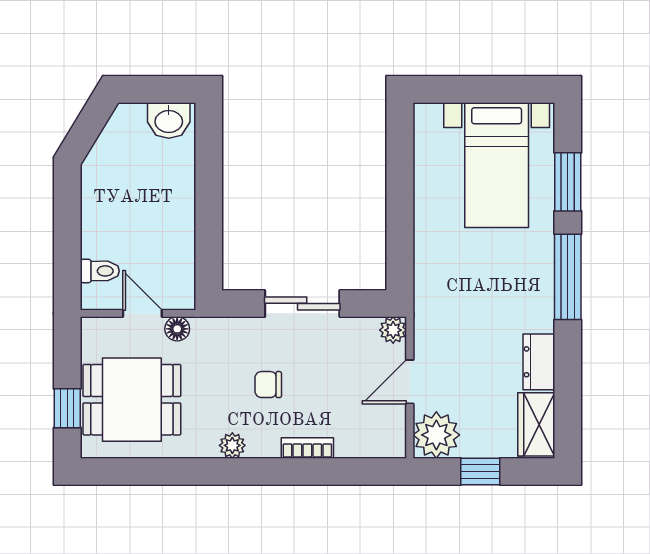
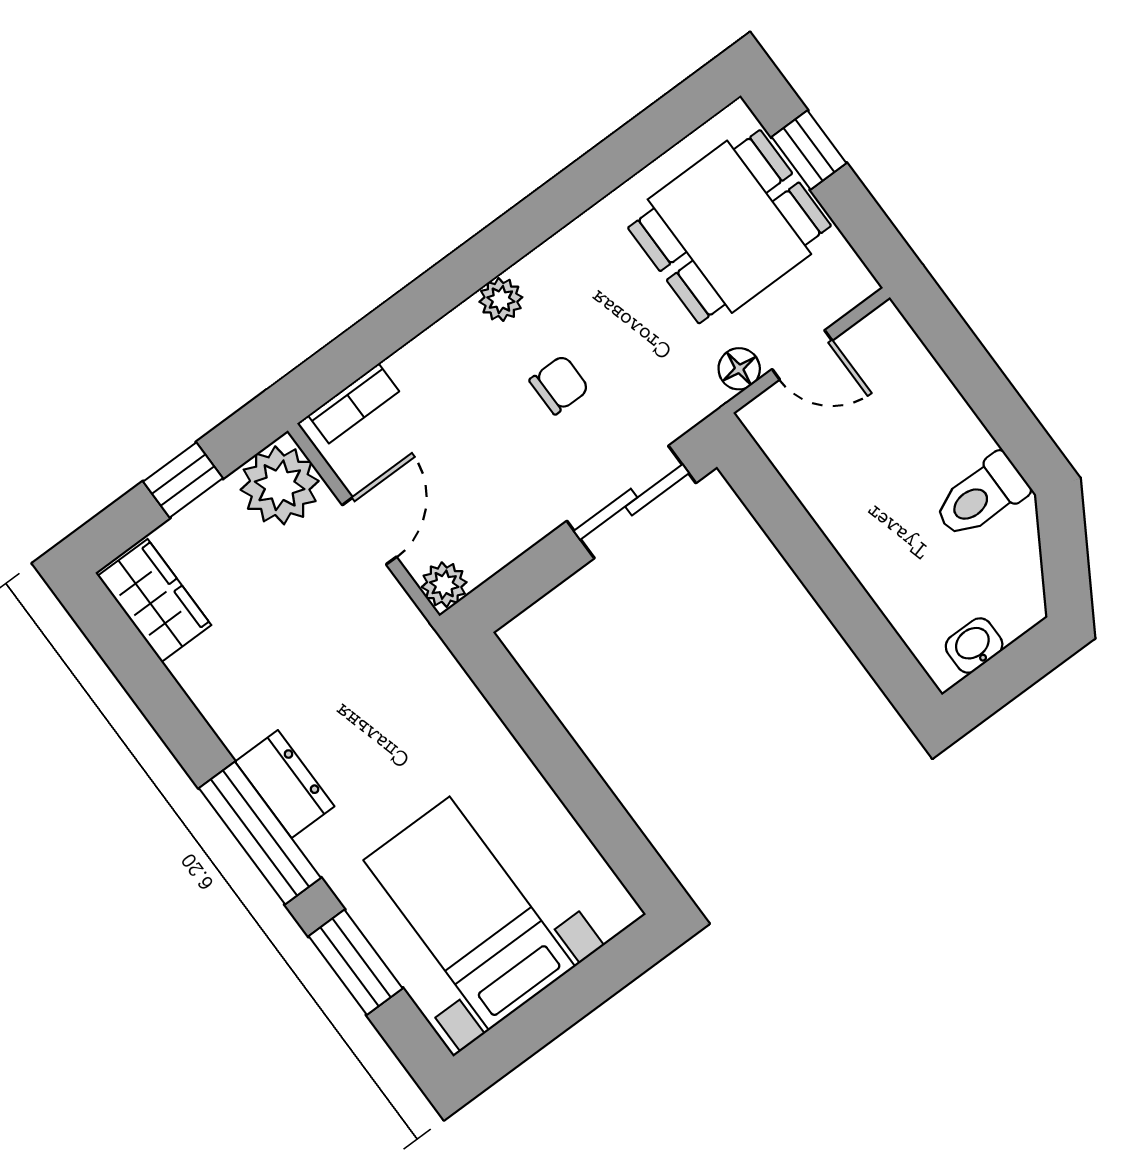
washbasin: (169, 120) -> (974, 646), width x0.72, depth x0.69
toilet: (100, 271) -> (981, 496), moved, width x1.37, depth x1.39
sliding door: (302, 303) -> (631, 502), moved
dresser: (539, 362) -> (285, 784), moved
plant: (232, 445) -> (501, 300), moved
bookcase: (307, 448) -> (354, 403), moved

